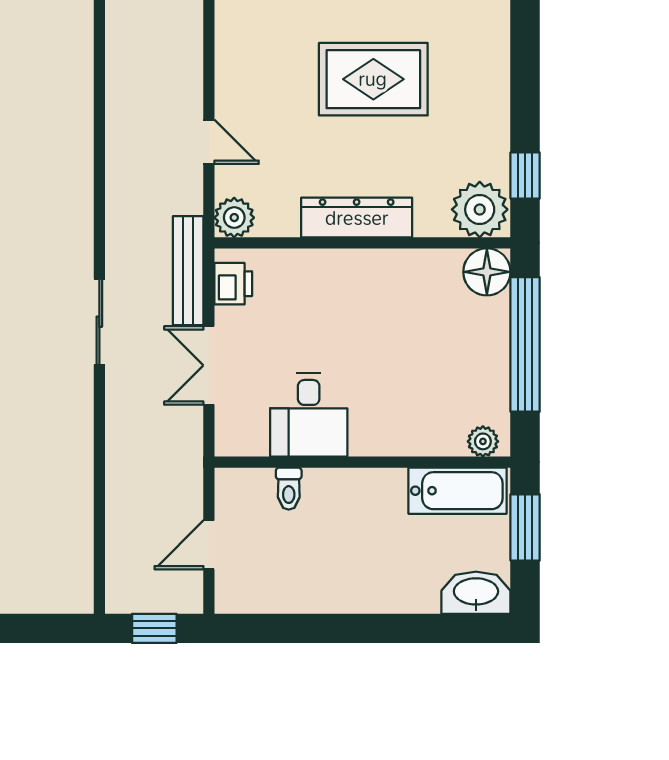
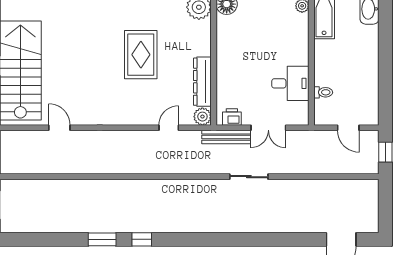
dresser: (357, 218) -> (202, 82), moved

